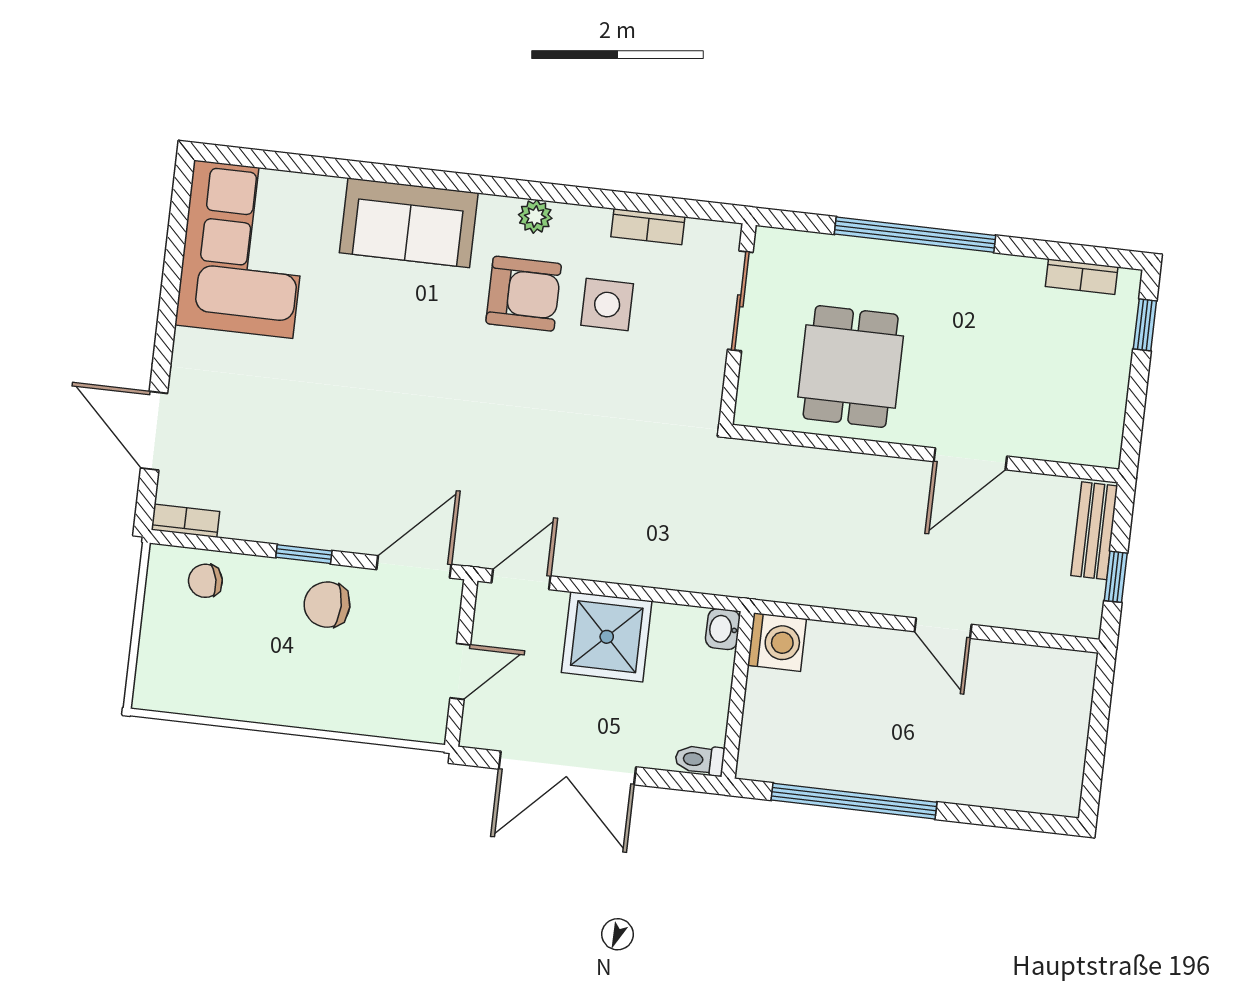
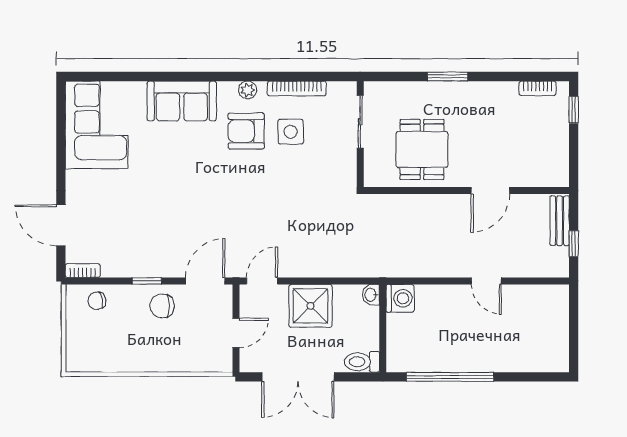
bookcase: (648, 227) -> (297, 89), width x1.56
window: (915, 235) -> (448, 76), width x0.47
armchair: (524, 294) -> (246, 131), turned 180
toilet: (700, 760) -> (362, 362), width x1.37, depth x1.39

